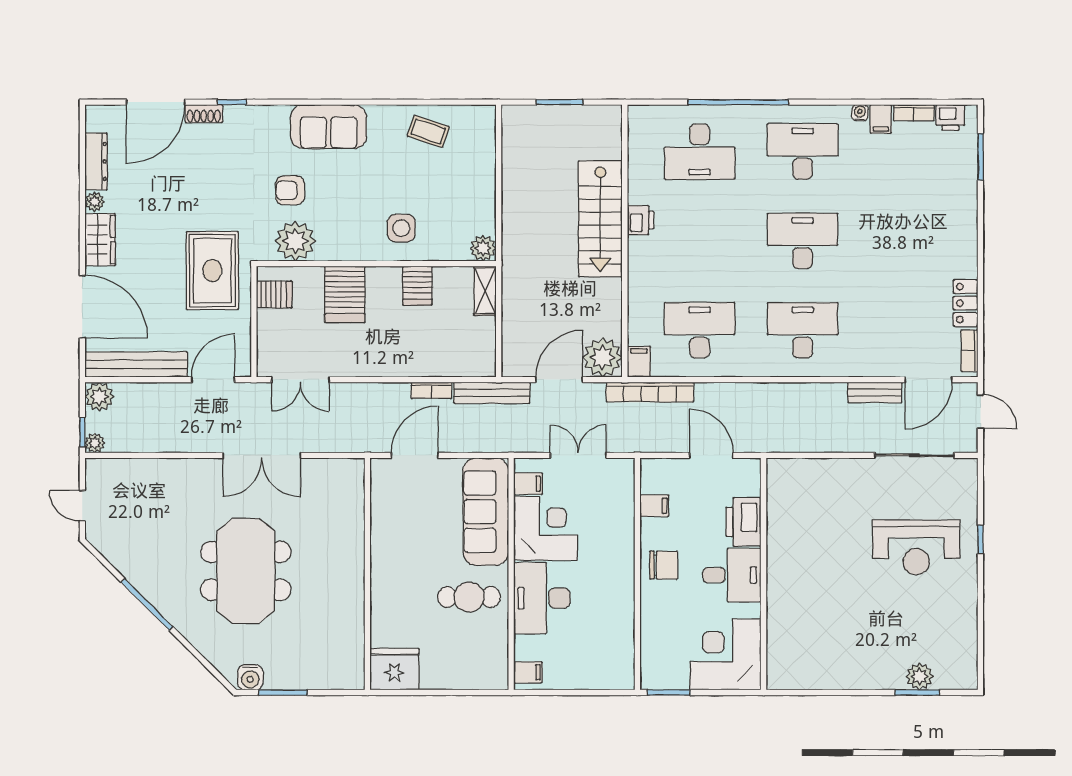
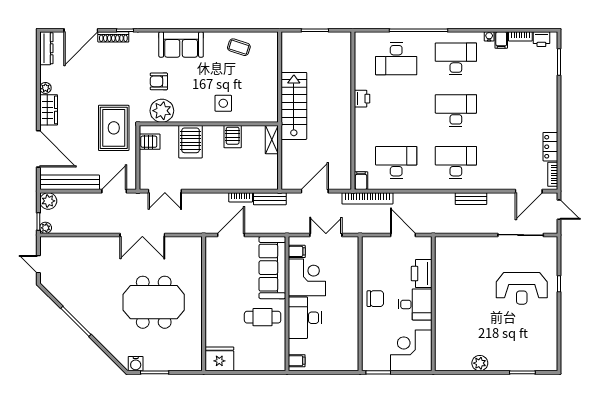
shoe rack: (204, 114) -> (113, 37), width x1.43
dresser: (96, 161) -> (46, 48), moved
stairs: (600, 219) -> (294, 106), moved, turned 180
plant: (483, 248) -> (271, 115), removed
plant: (602, 357) -> (340, 178), removed
bench: (492, 393) -> (270, 199), width x0.73
bench: (875, 393) -> (471, 199), moved
filing cabinet: (654, 506) -> (370, 264), removed
meeting table: (246, 571) -> (154, 302), moved, turned 90
plant: (920, 676) -> (480, 363), moved

